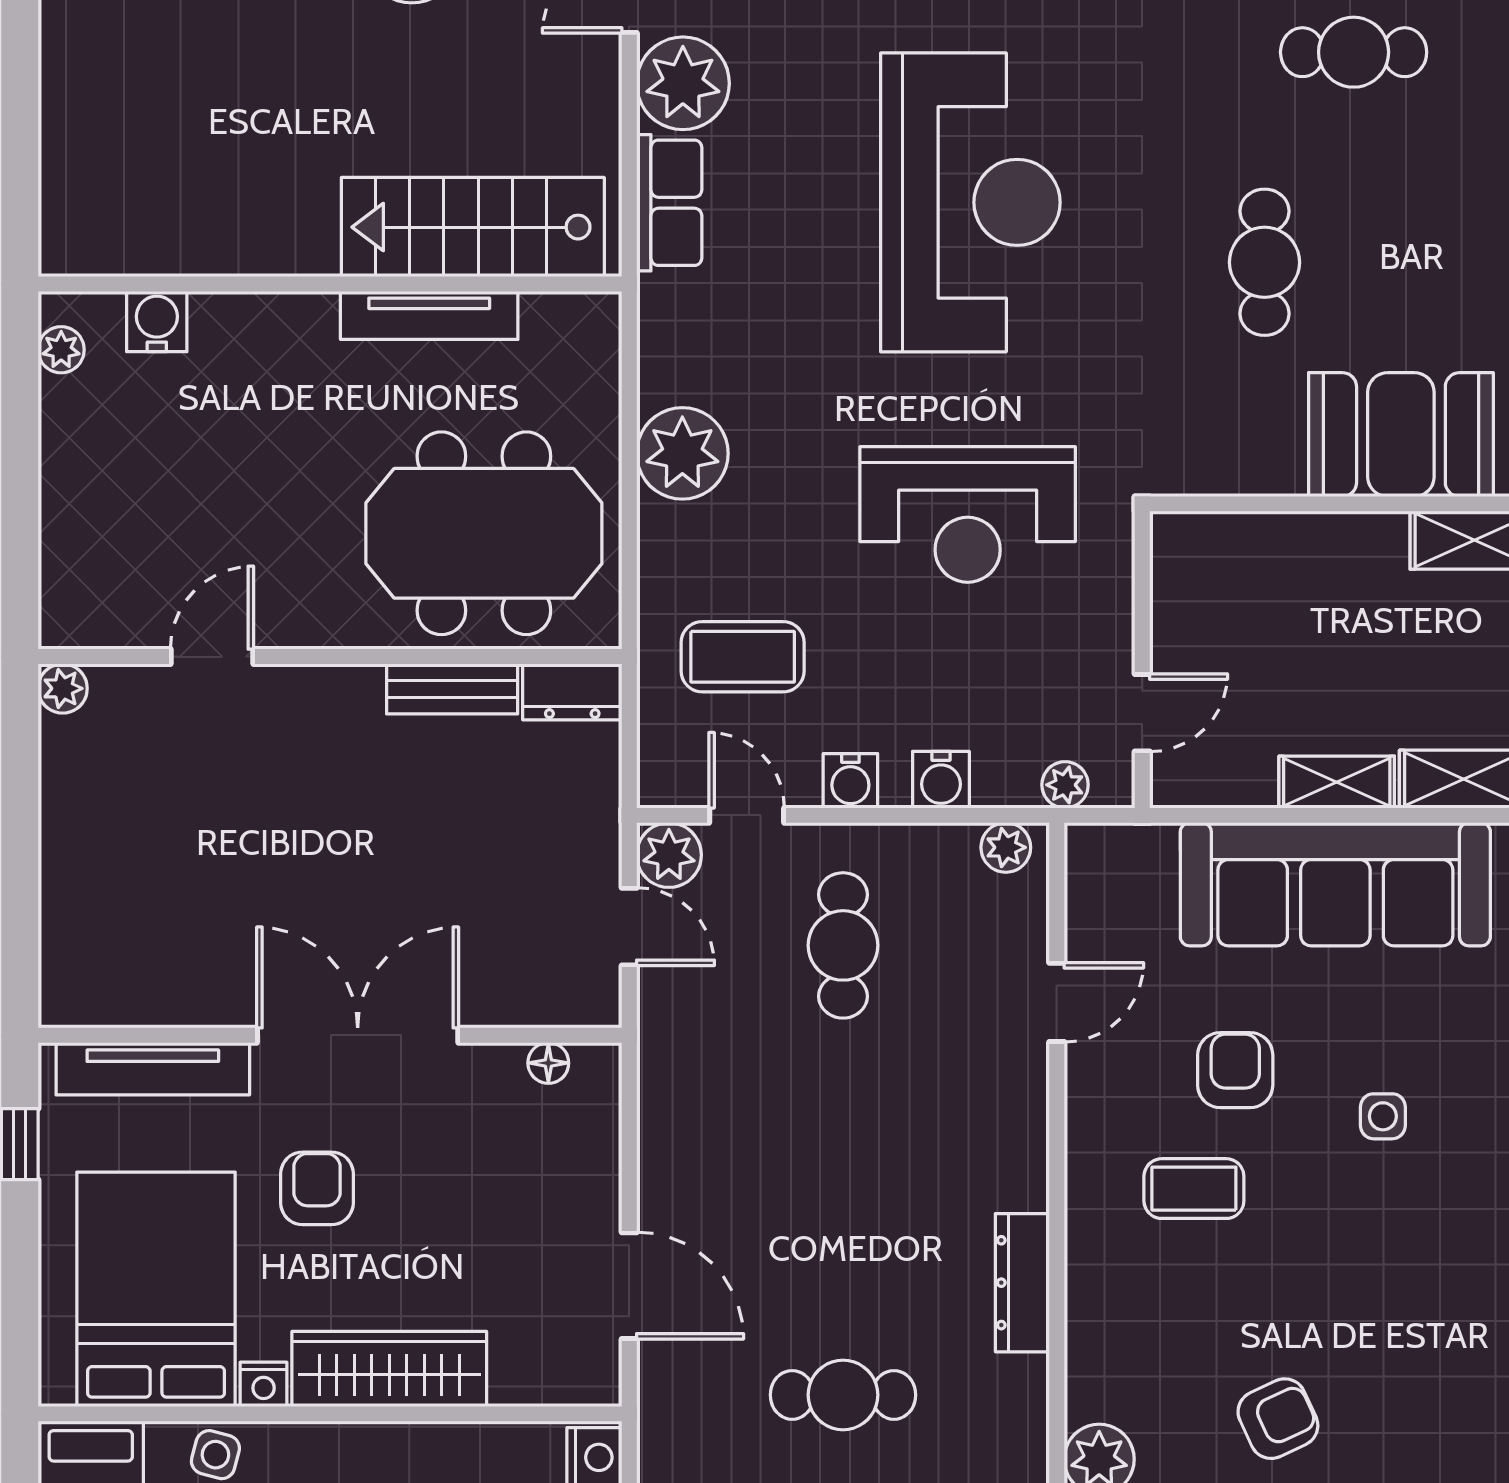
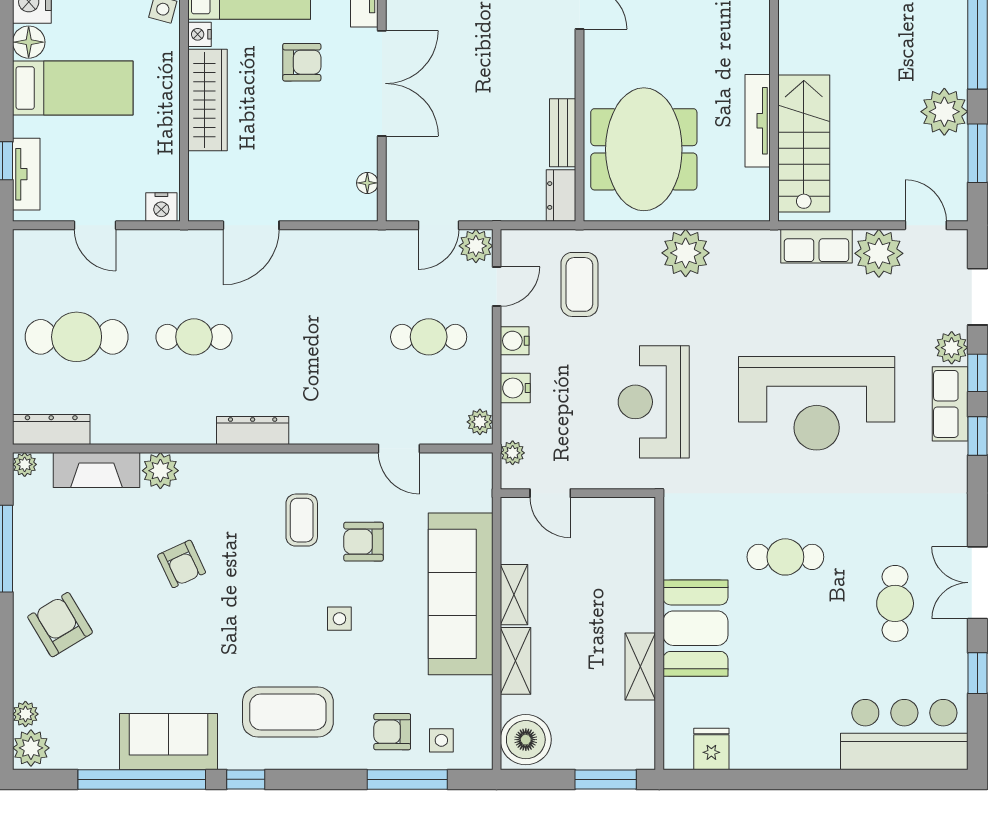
armchair: (1235, 1070) -> (364, 542), turned 180
cafe table: (843, 1395) -> (194, 337), turned 90

